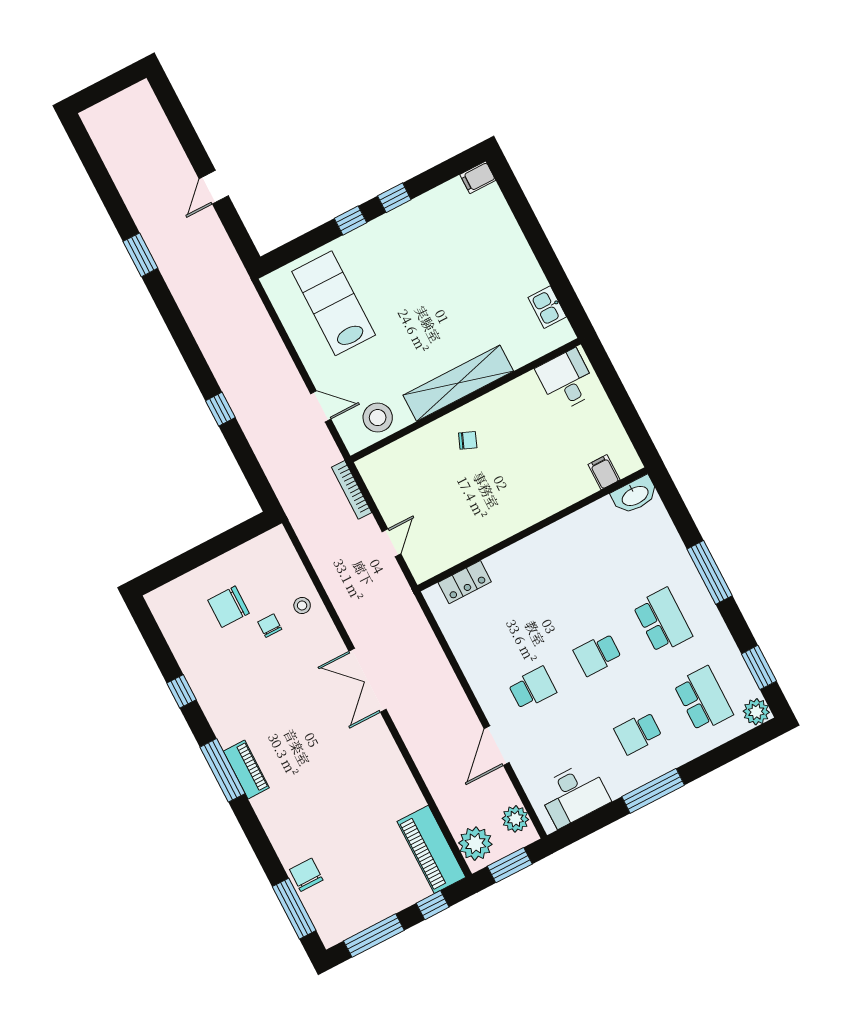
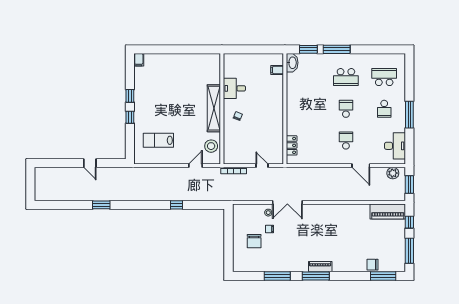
lab bench: (334, 303) -> (158, 140), width x0.73, depth x0.72
kitchen sink: (547, 307) -> (202, 59), removed
desk: (567, 380) -> (234, 88), moved
school desk: (663, 621) -> (346, 77), turned 180
school desk: (597, 654) -> (346, 109), turned 180
window: (759, 667) -> (308, 49), moved
double door: (368, 680) -> (287, 202), moved
window: (182, 691) -> (277, 276), width x2.17
plant: (756, 712) -> (400, 59), removed
plant: (475, 844) -> (394, 193), removed

